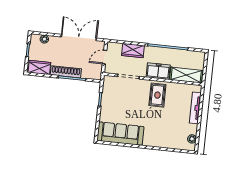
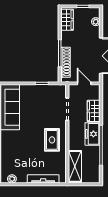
freezer: (158, 71) -> (92, 134), moved, turned 180
shoe rack: (66, 72) -> (66, 62), moved
rug: (157, 95) -> (52, 140), turned 90

